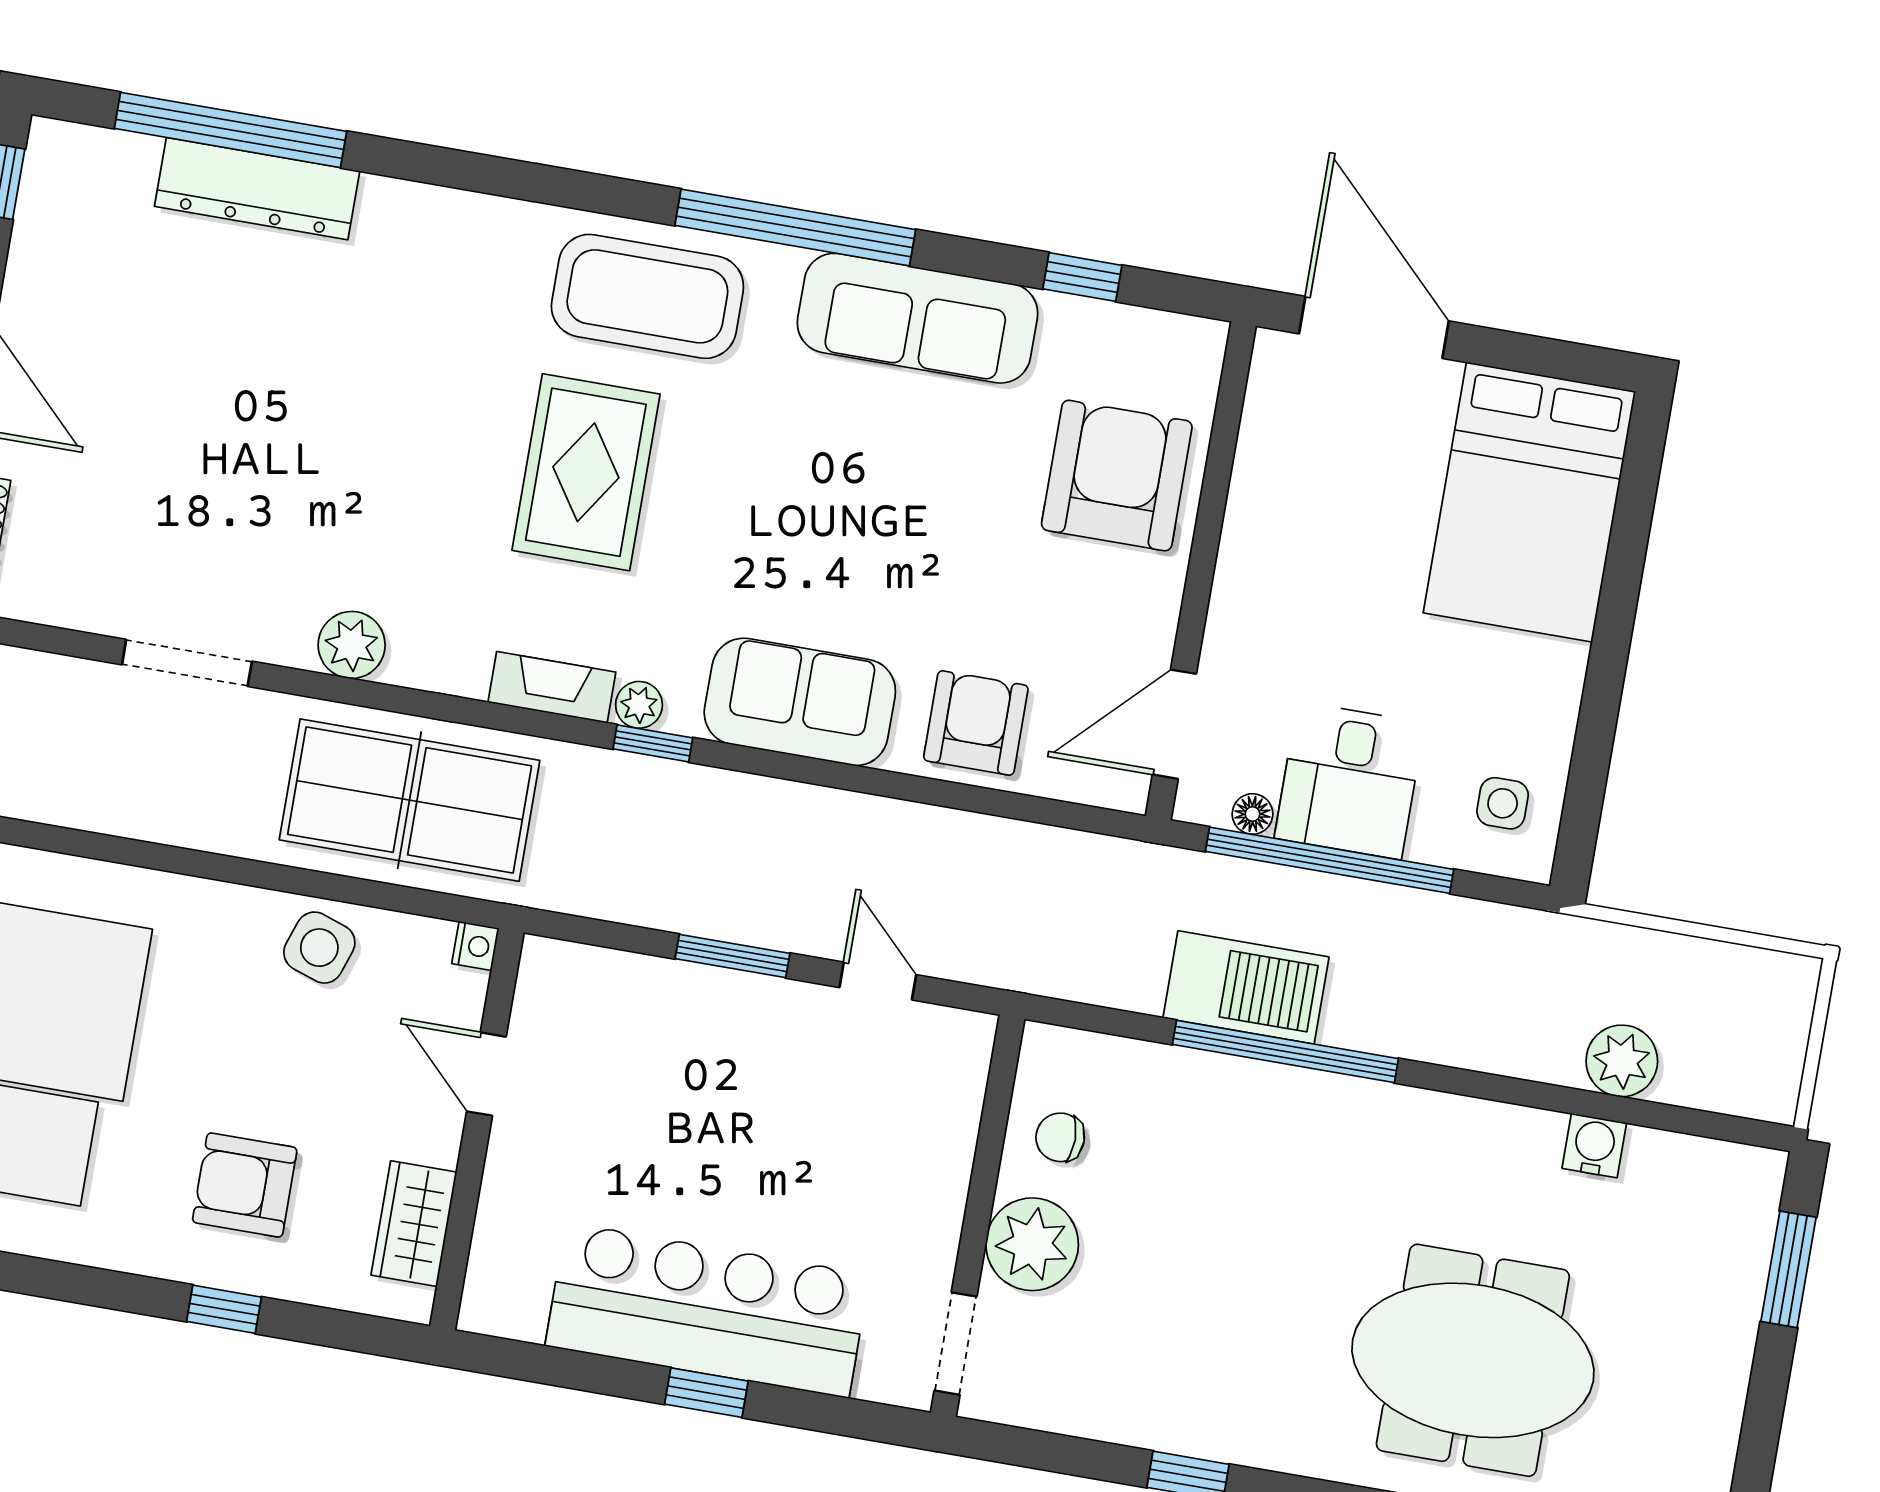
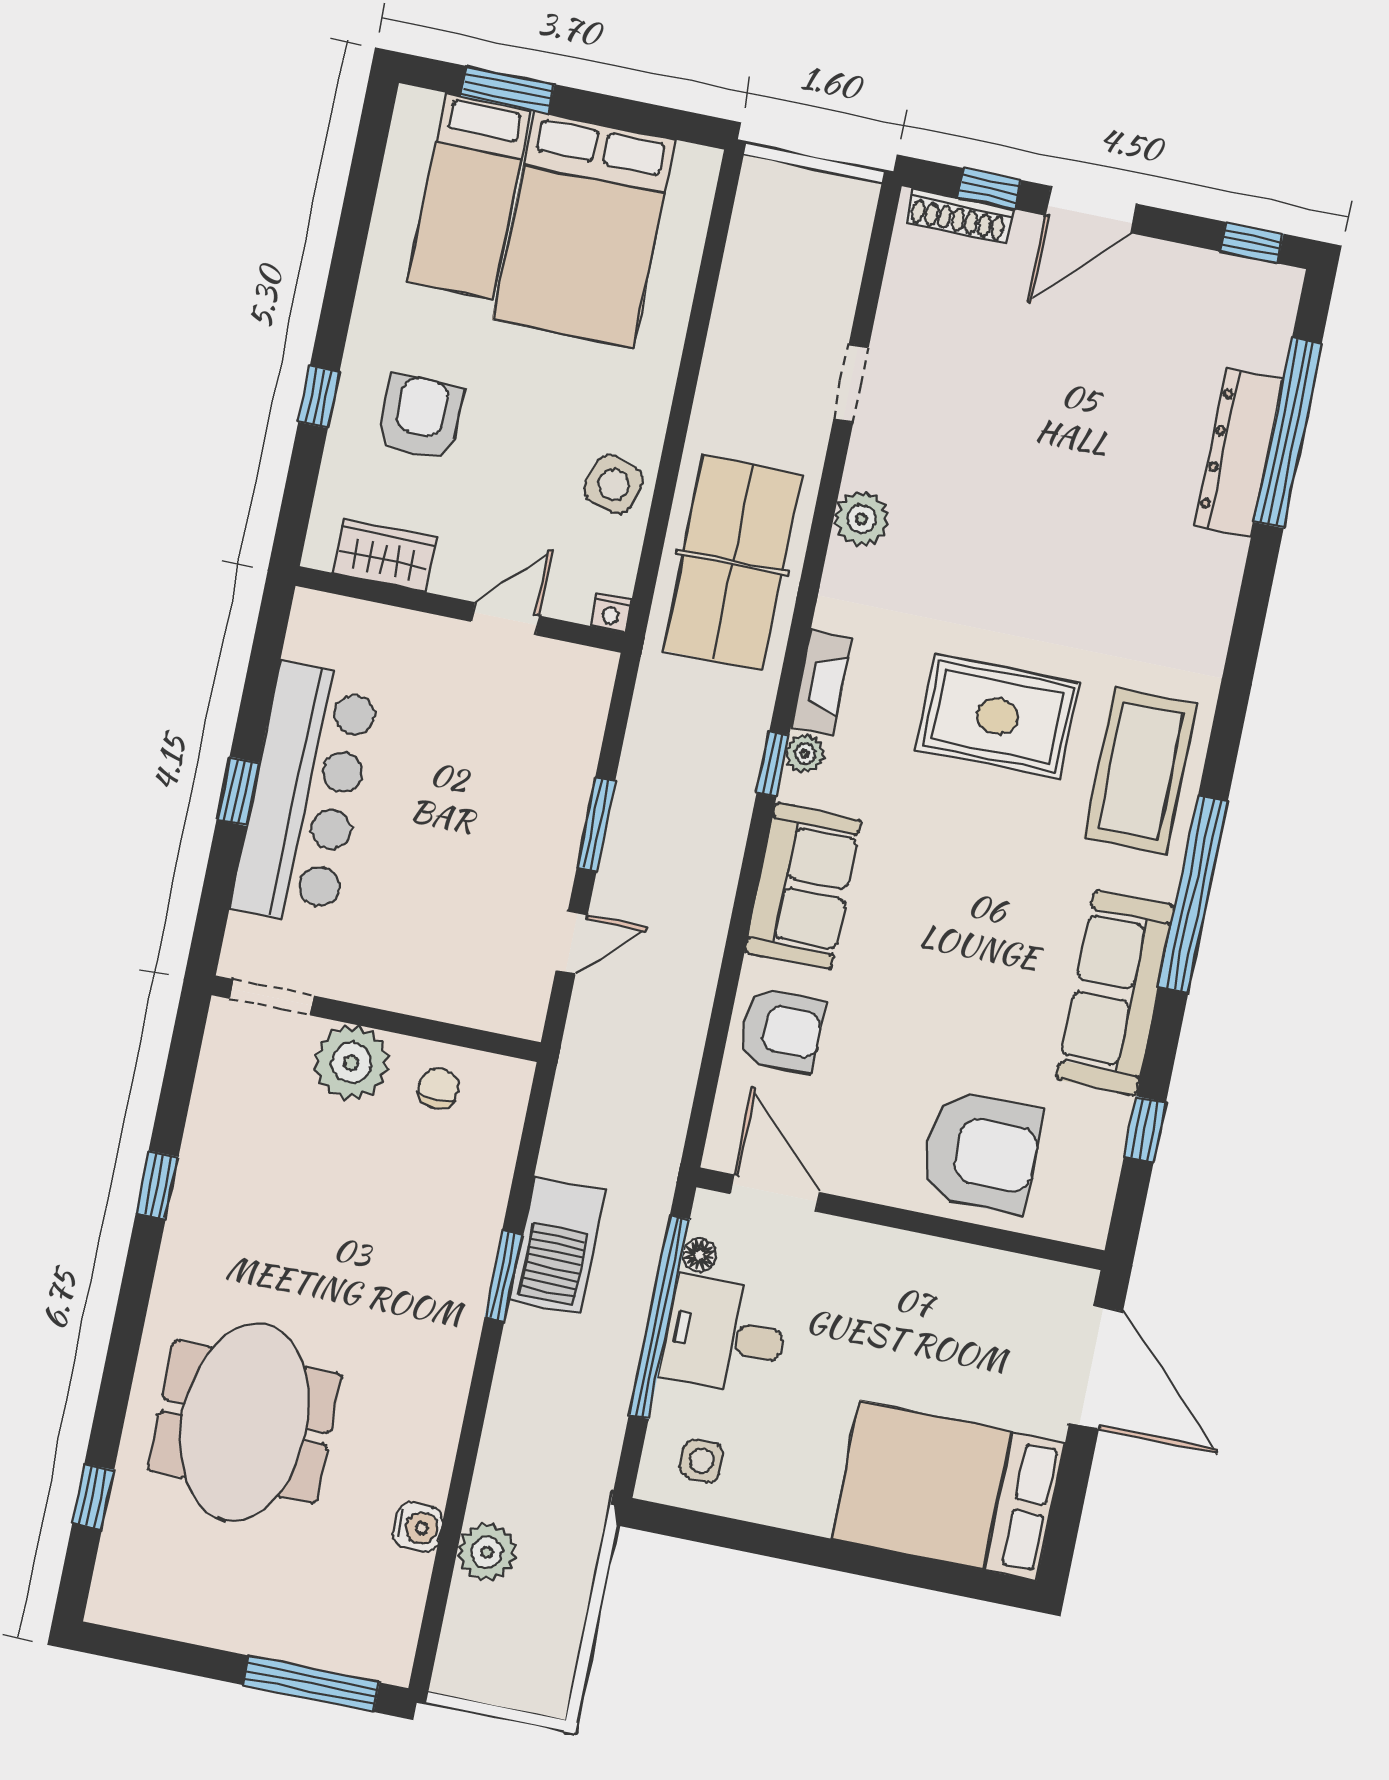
door: (1374, 327) -> (1096, 1367), hinge flipped
doorway: (187, 663) -> (851, 383), width x0.73
window: (1285, 1051) -> (503, 1276), width x0.47
window: (1789, 1269) -> (311, 1684), width x1.44

